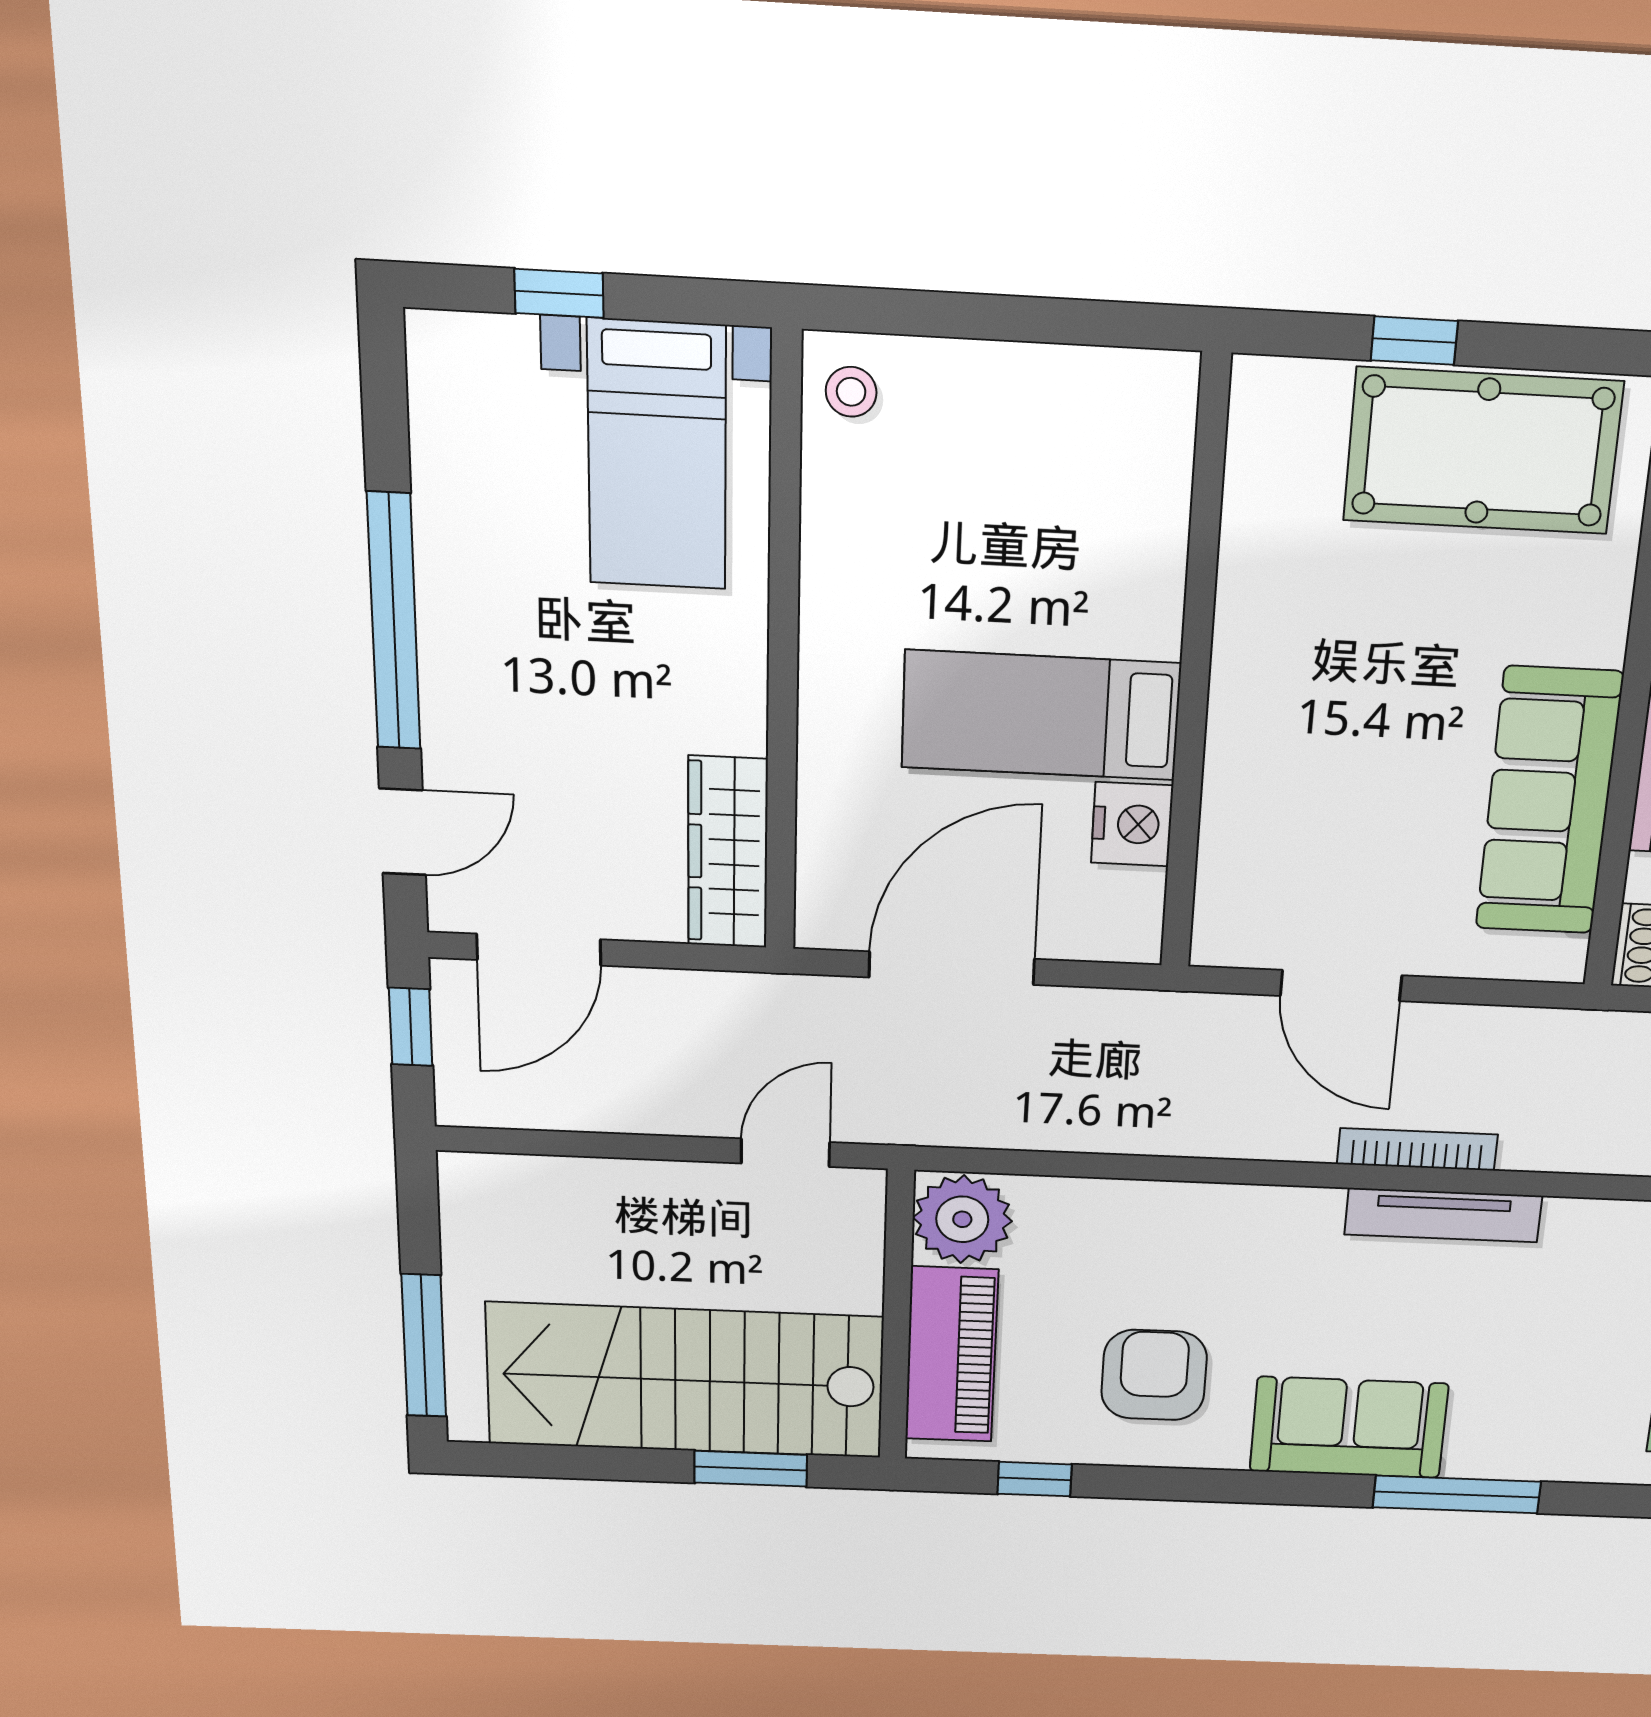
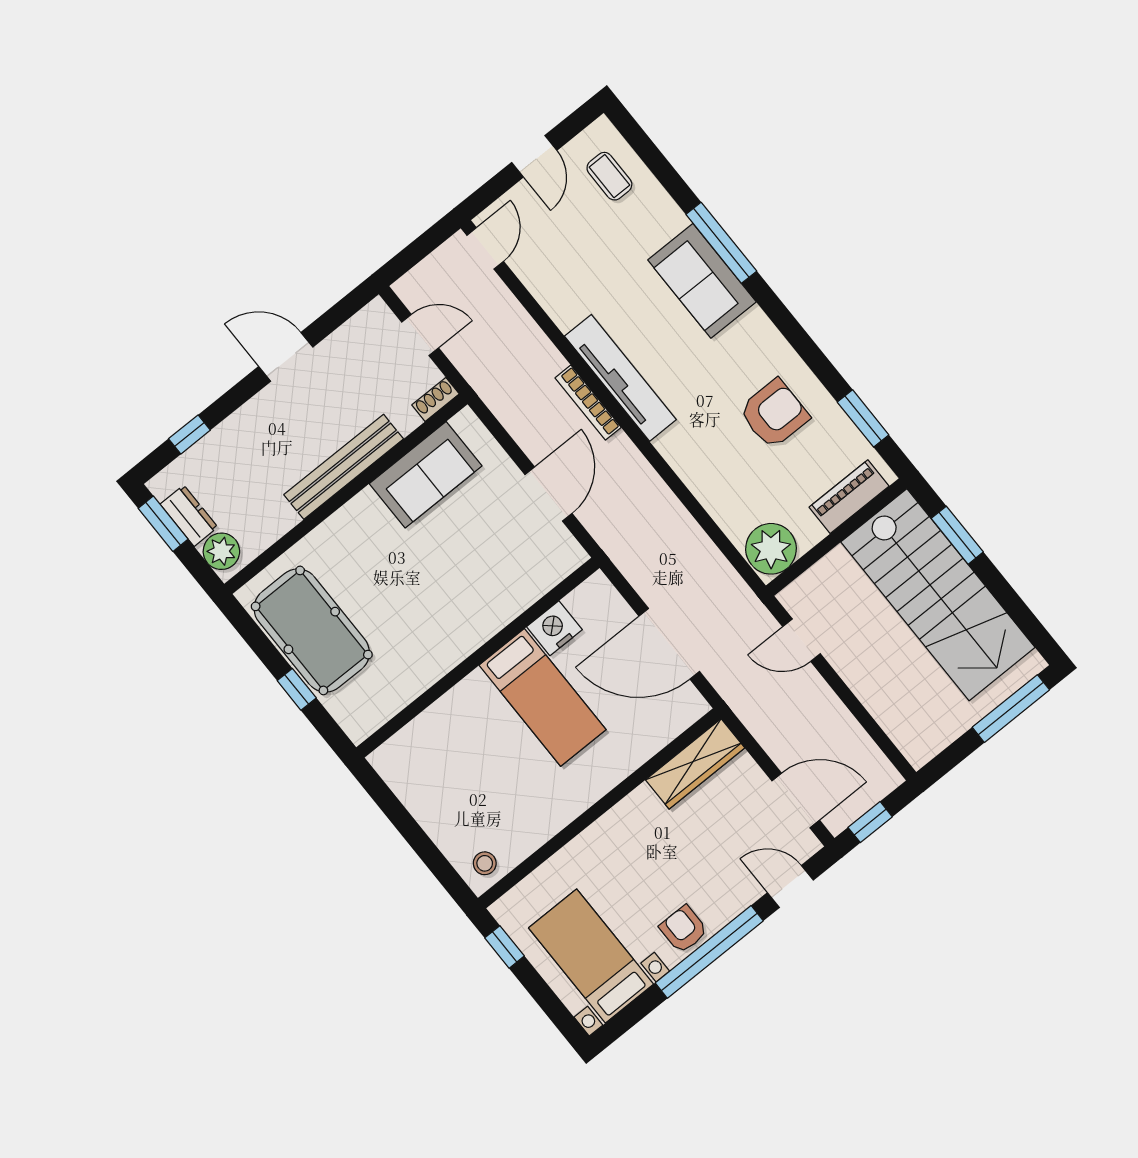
window: (559, 293) -> (505, 947), moved
bed with nightstands: (657, 456) -> (591, 956), moved, turned -90
armchair: (467, 614) -> (684, 929), added
sofa: (1549, 802) -> (426, 475), width x0.73
tv unit: (1443, 1215) -> (620, 378), width x1.36, depth x1.29
piano: (951, 1355) -> (849, 497), width x0.73, depth x0.75
armchair: (1154, 1375) -> (774, 414), turned 180
sofa: (1349, 1427) -> (702, 281), moved
window: (1035, 1479) -> (863, 418), width x1.50

